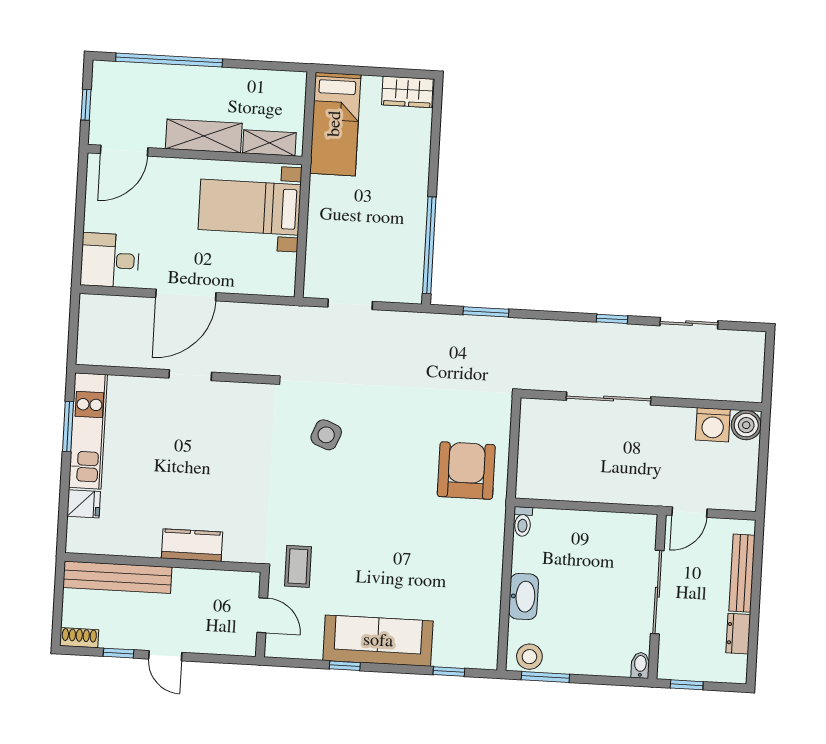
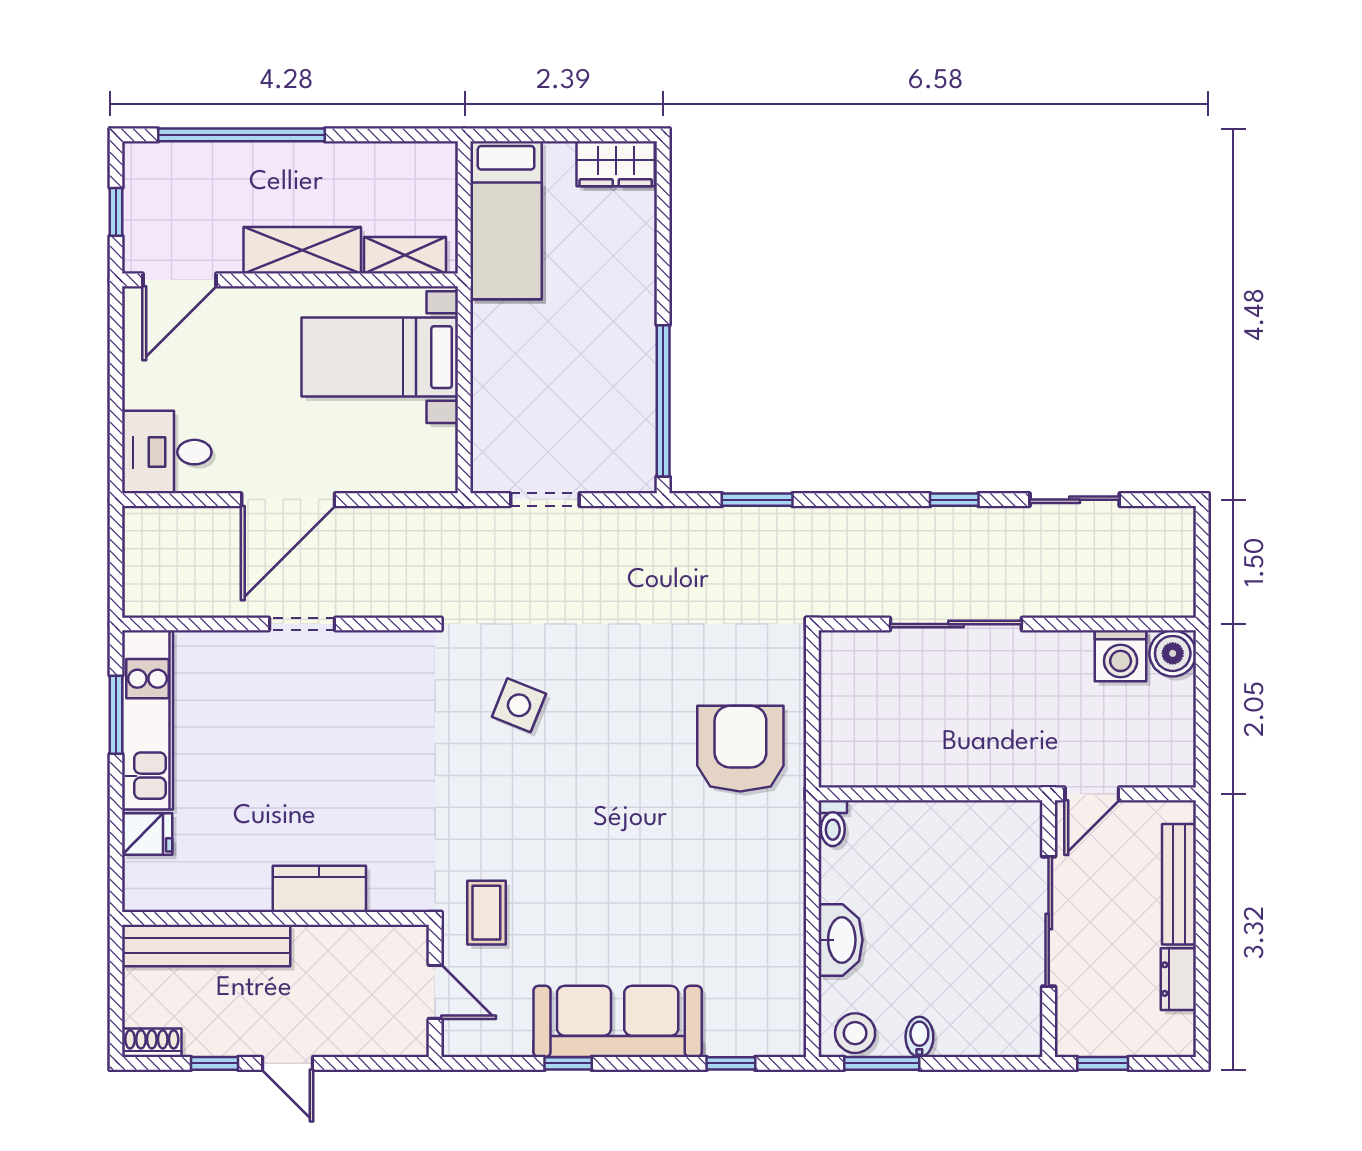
bidet: (640, 665) -> (919, 1037), moved

